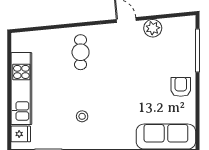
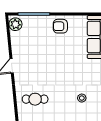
plant: (153, 28) -> (15, 24), moved

